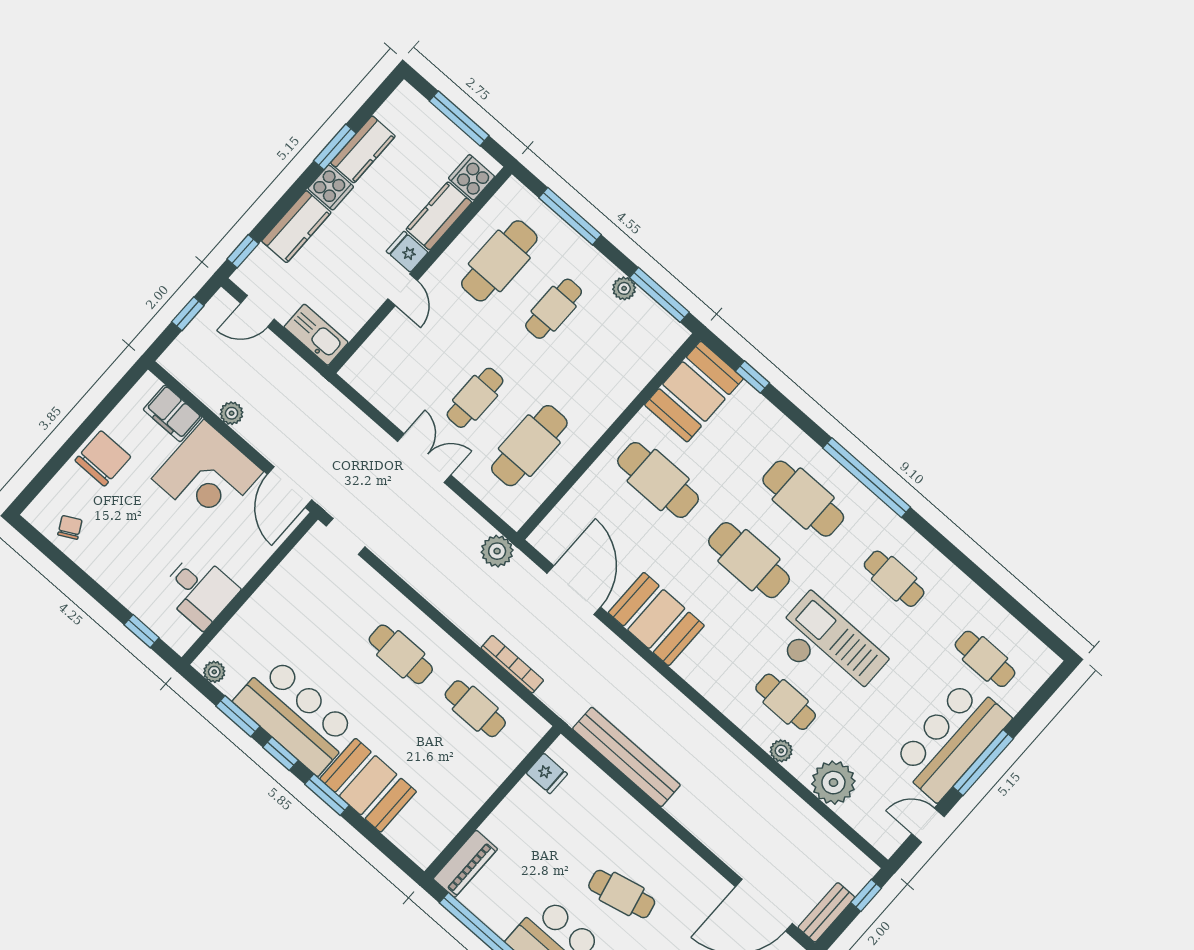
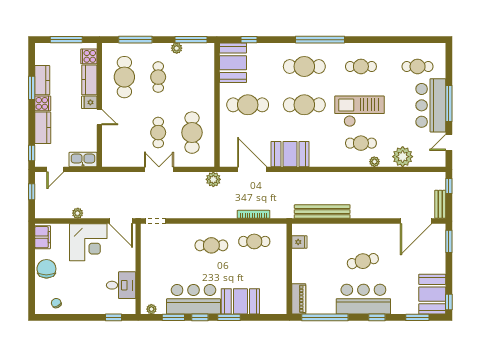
filing cabinet: (173, 413) -> (43, 237), moved, turned -90

